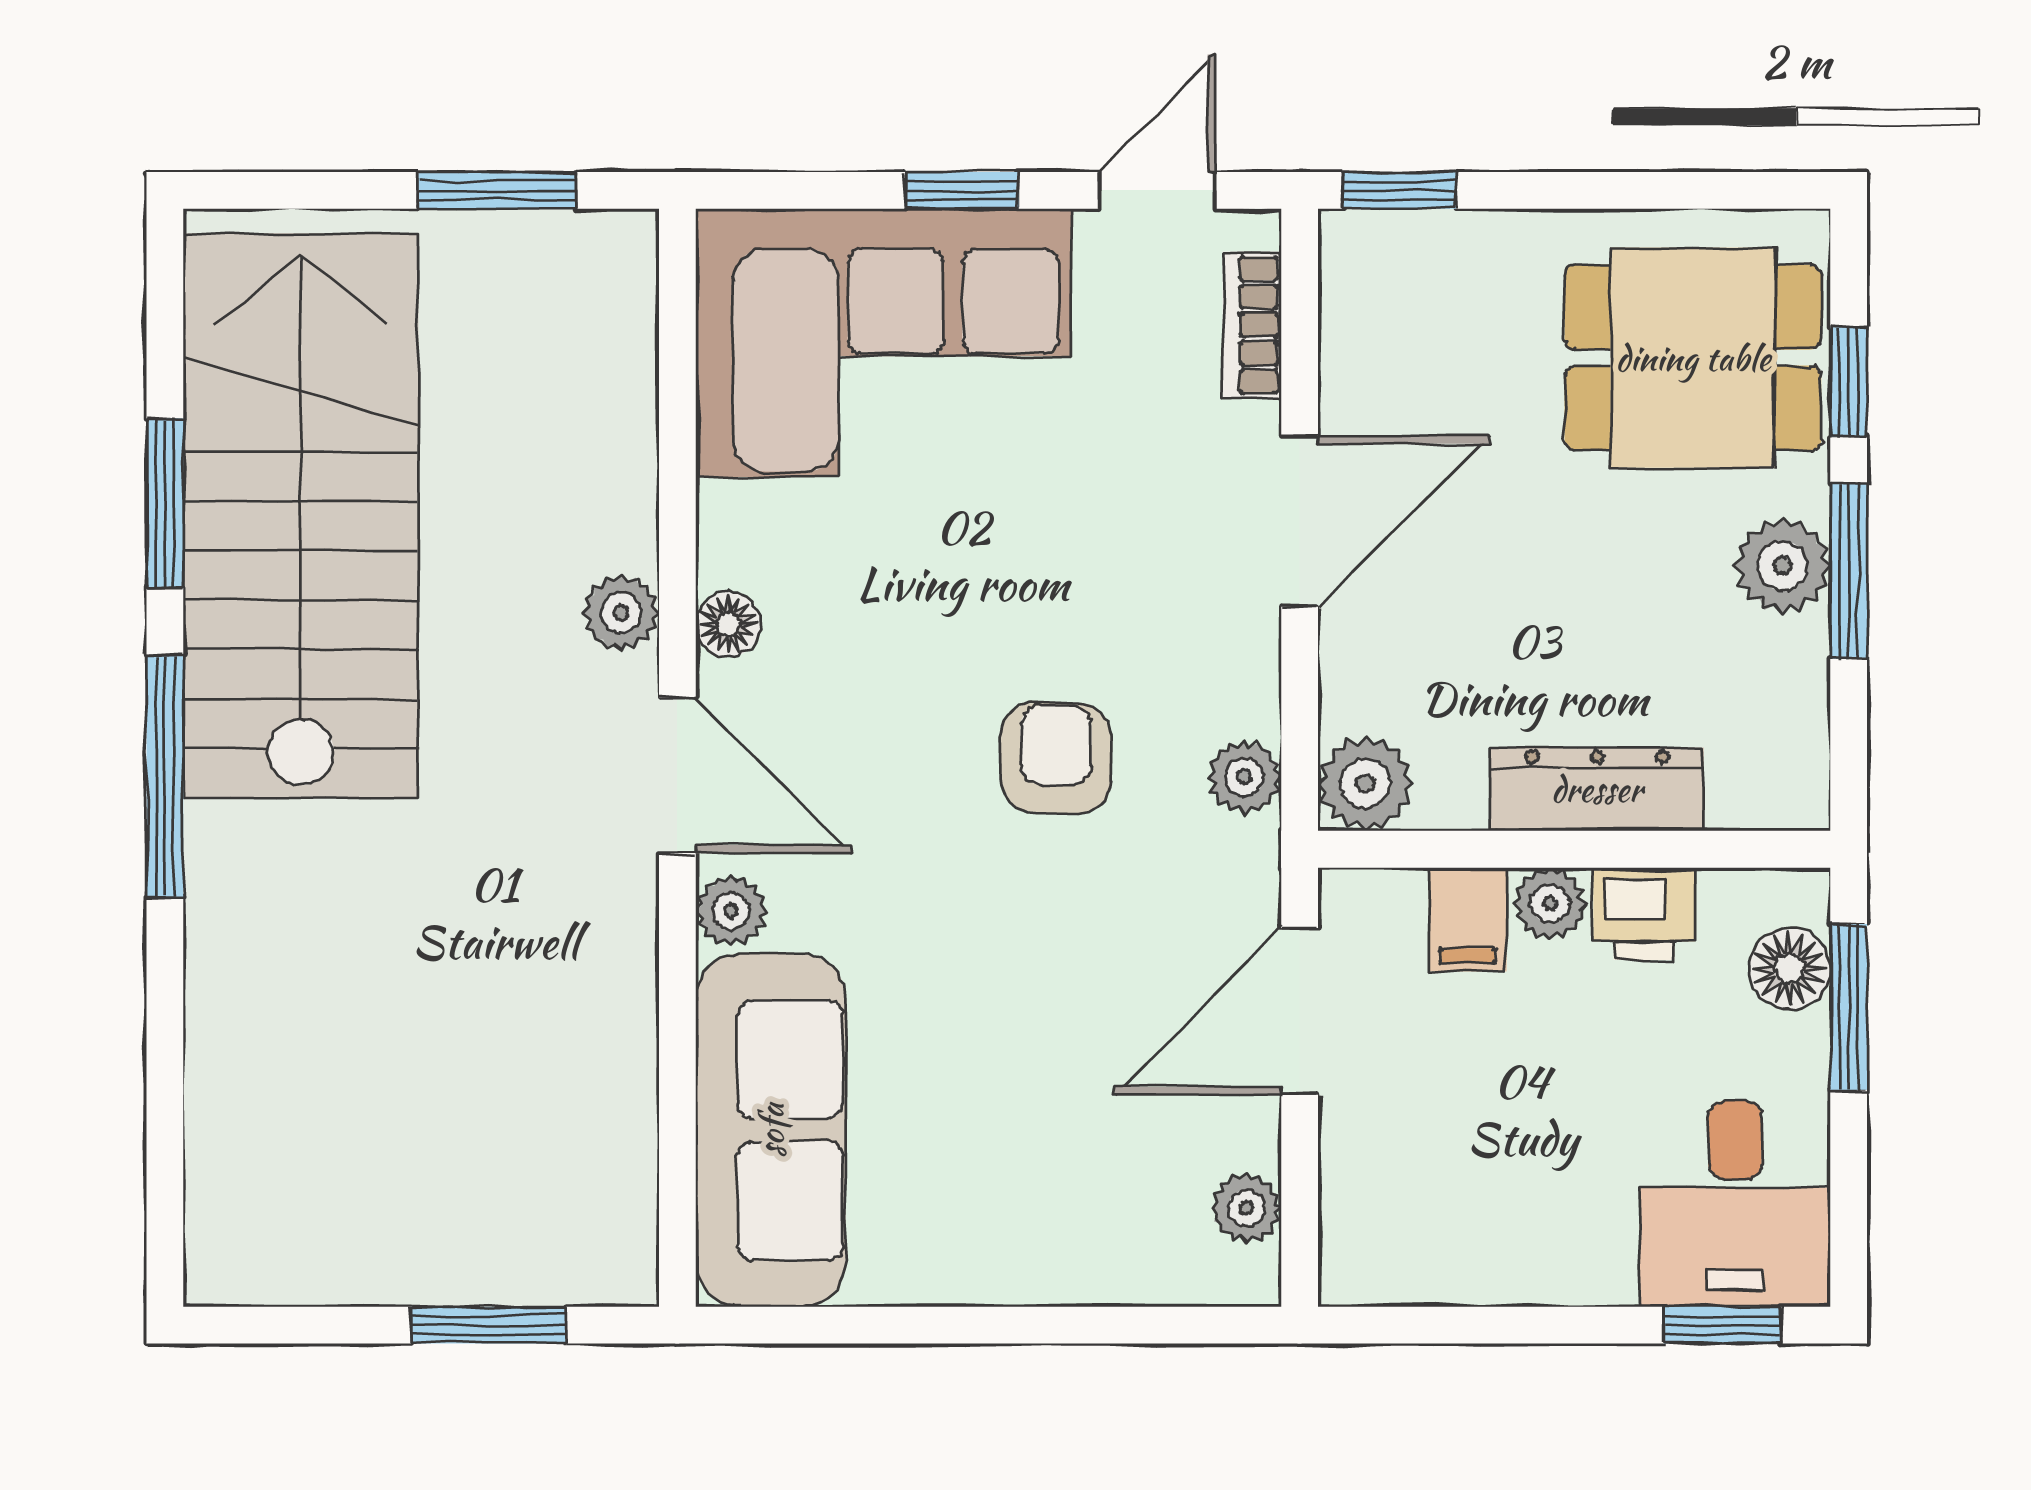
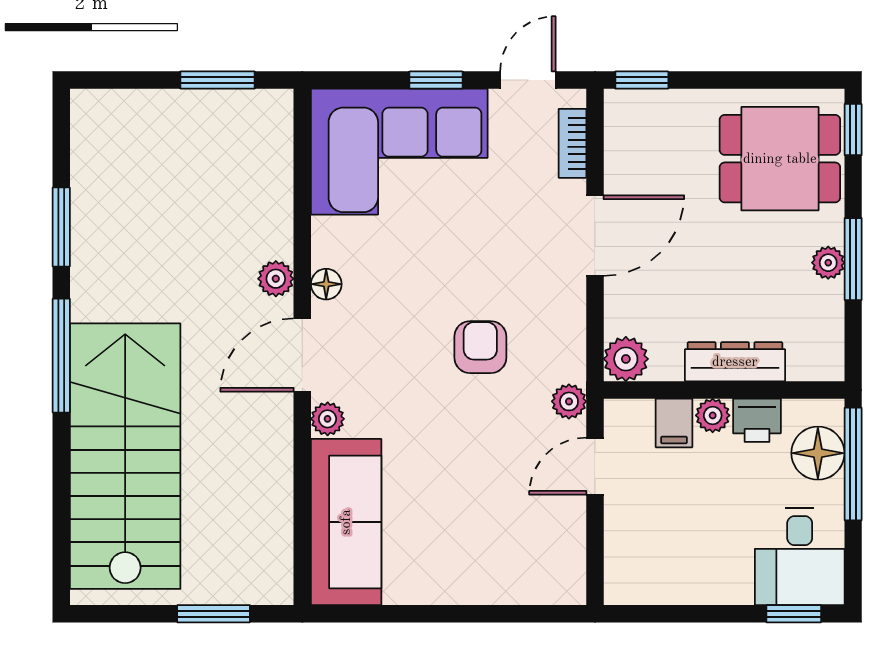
window: (1849, 382) -> (853, 130), moved
stairs: (301, 515) -> (125, 456), moved
plant: (1783, 566) -> (828, 263), width x0.73, depth x0.73
door: (677, 775) -> (302, 355), swing flipped
plant: (1244, 777) -> (569, 401), moved
floor lamp: (1789, 968) -> (818, 453), width x1.38, depth x1.38
window: (1849, 1007) -> (853, 464), width x1.44
door: (1300, 1011) -> (595, 466), width x0.73
plant: (1246, 1208) -> (570, 559), removed

